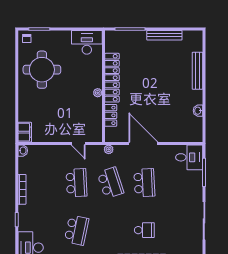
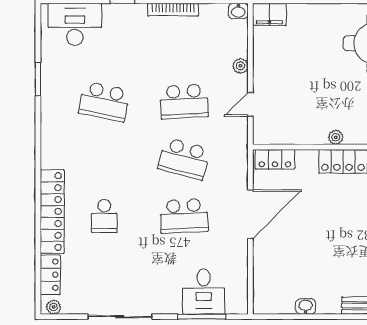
locker: (111, 115) -> (275, 159), moved
plant: (109, 149) -> (240, 66), moved
desk: (189, 157) -> (204, 292), moved
school desk: (110, 183) -> (184, 159), turned 33

